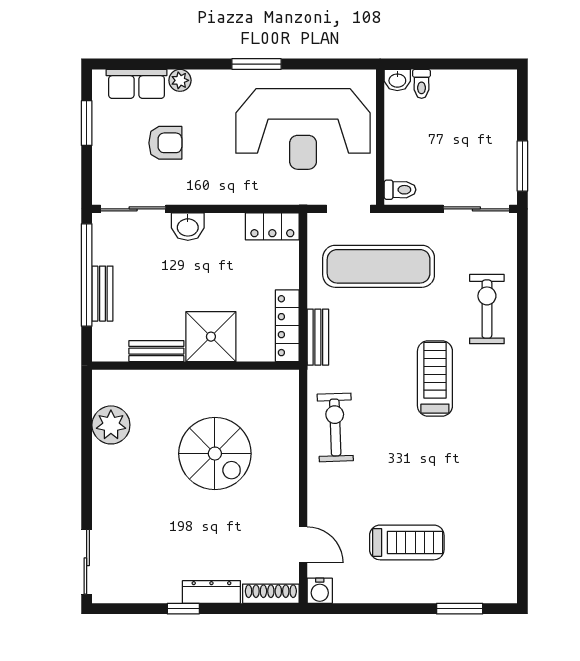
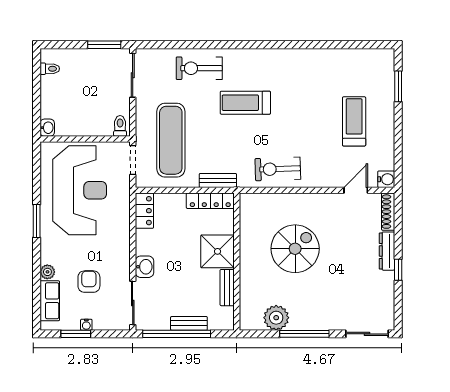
toilet: (422, 84) -> (50, 69), moved
water cooler: (100, 139) -> (86, 325), added
window: (87, 468) -> (304, 334), added

